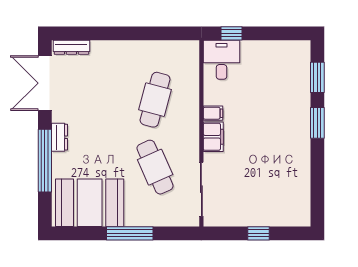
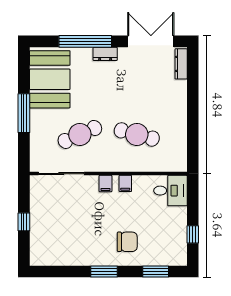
window: (231, 33) -> (193, 234), moved
chair: (282, 111) -> (127, 242), added
window: (317, 123) -> (104, 271), moved
filing cabinet: (213, 137) -> (105, 184), width x0.50

